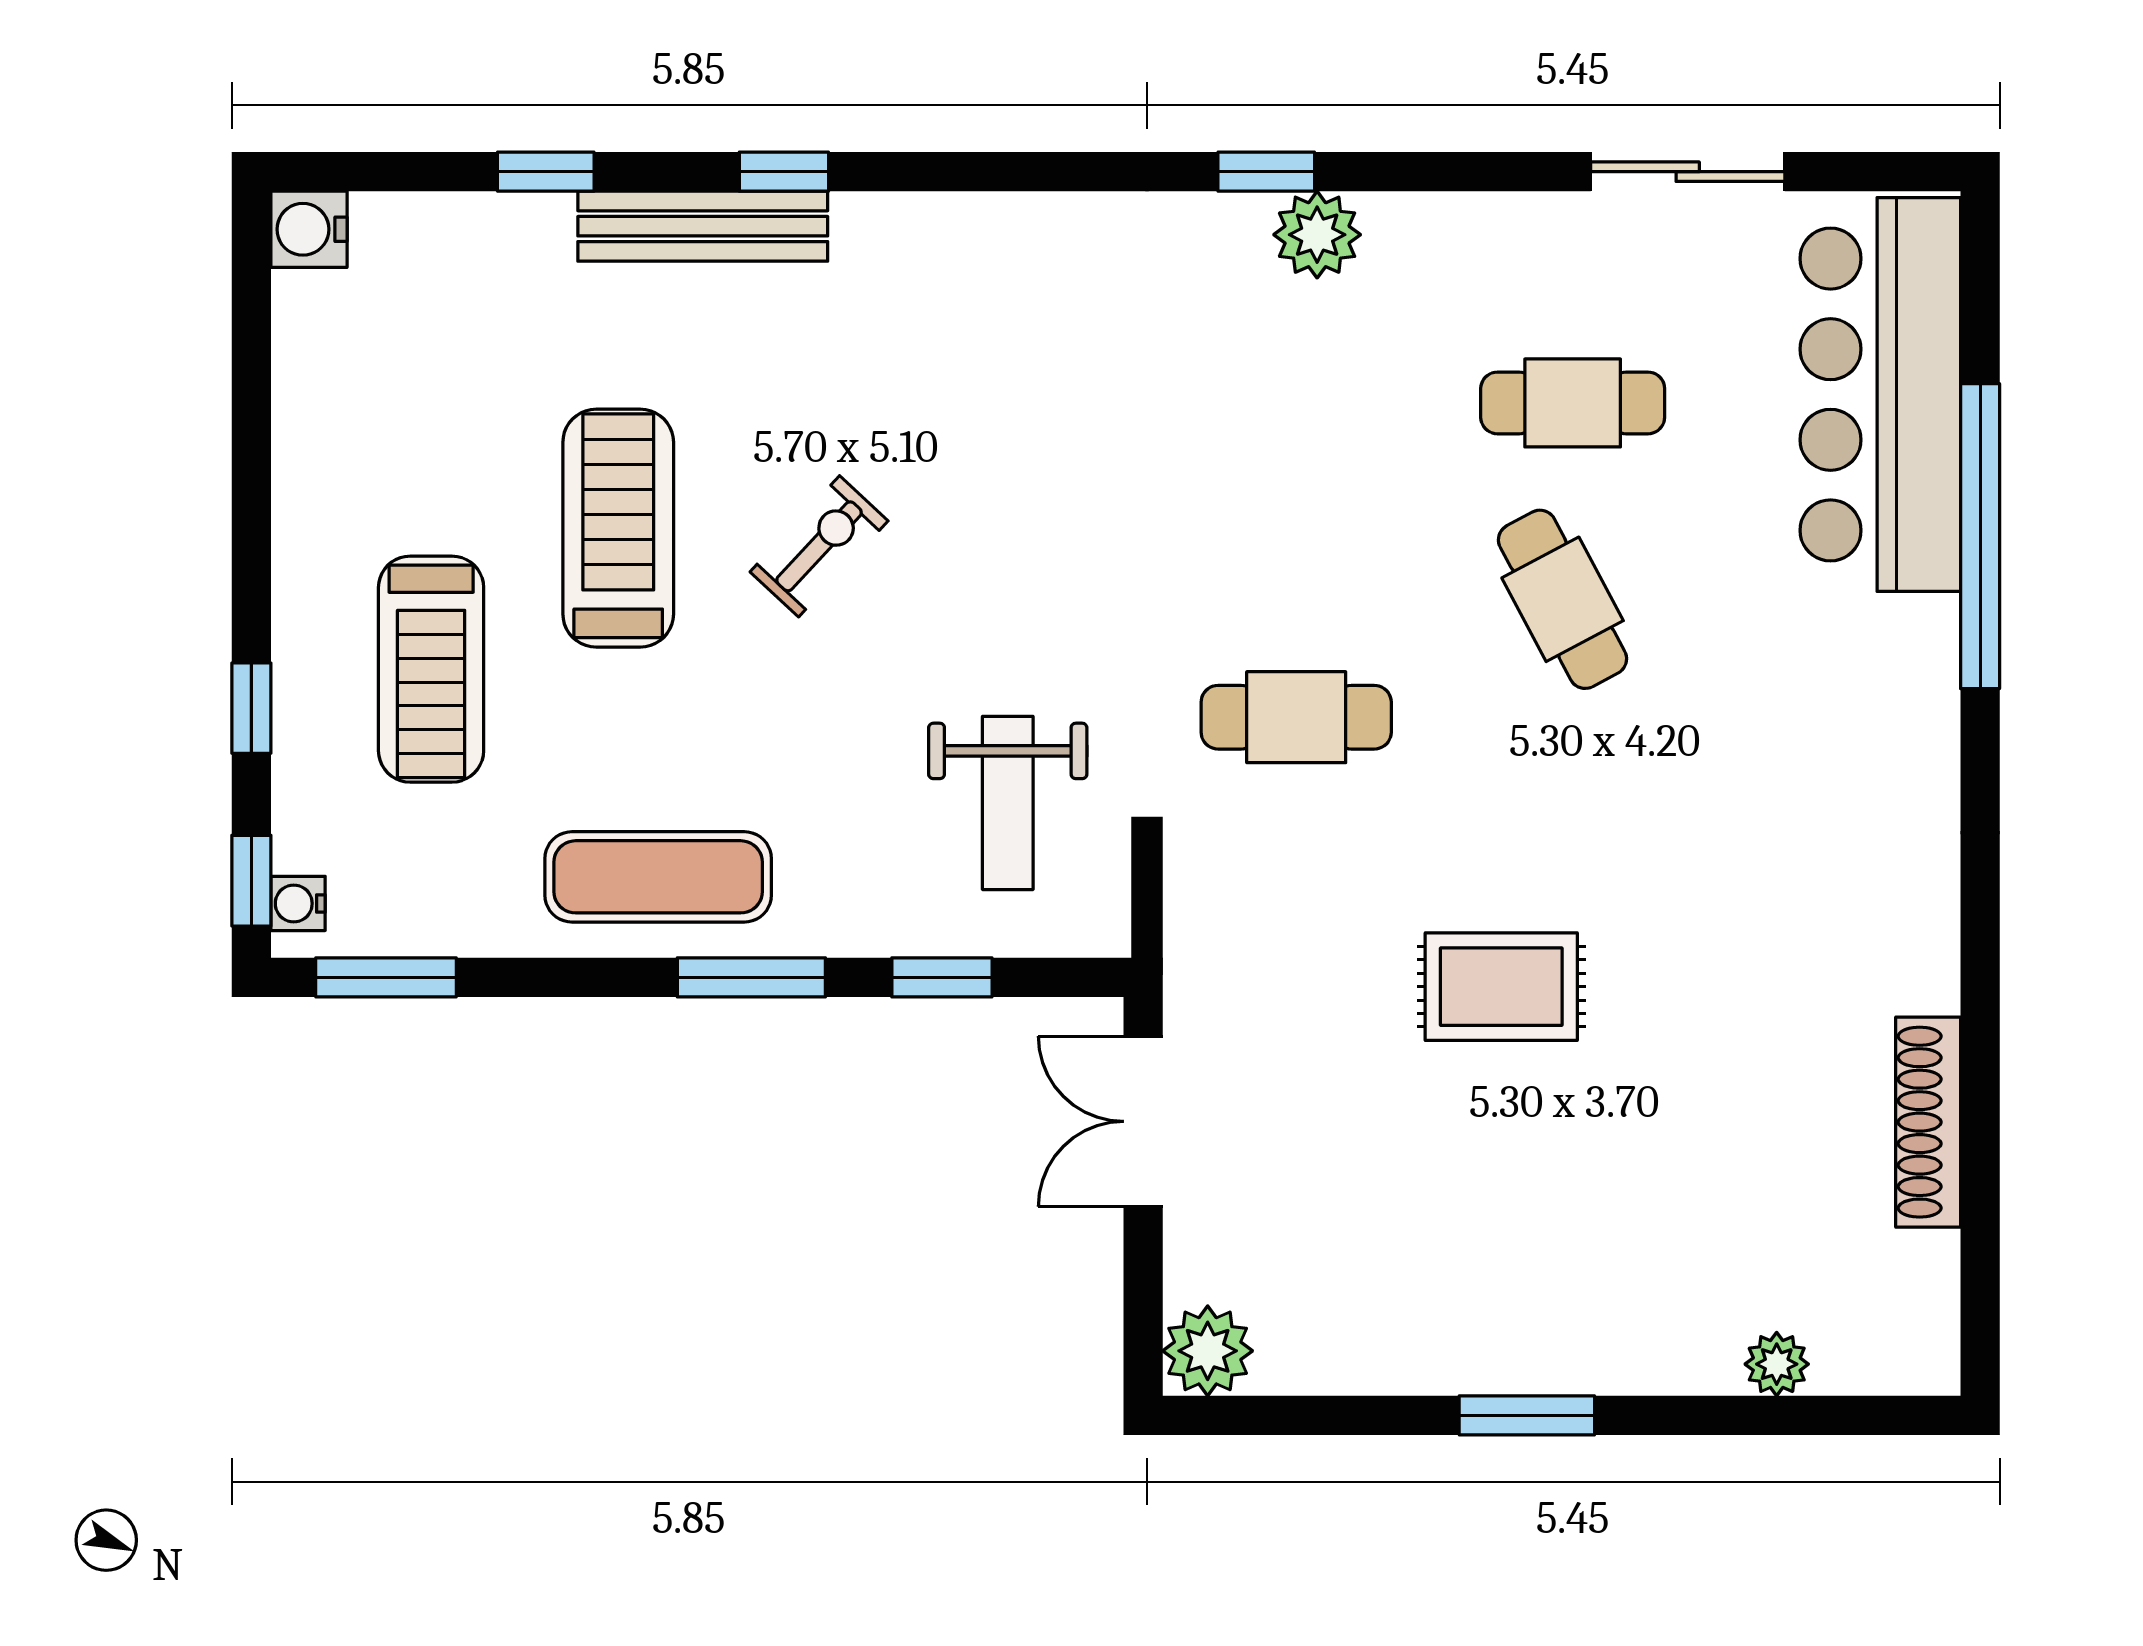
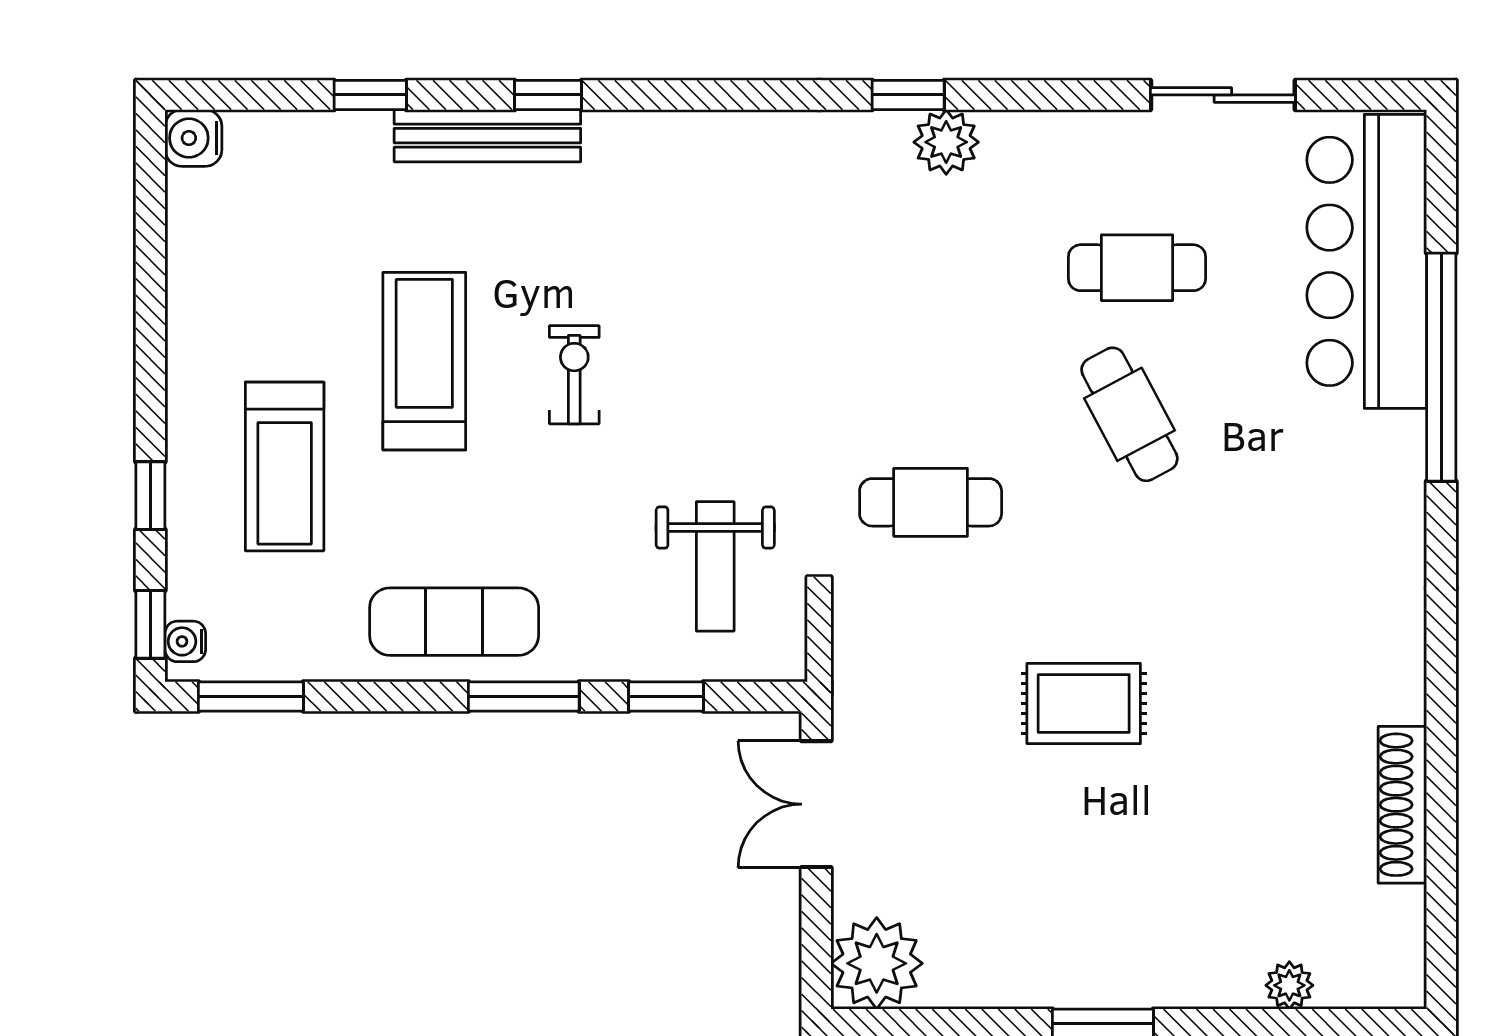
exercise bike: (819, 546) -> (574, 375), turned -43
plant: (1208, 1351) -> (877, 963), width x1.36, depth x1.36

